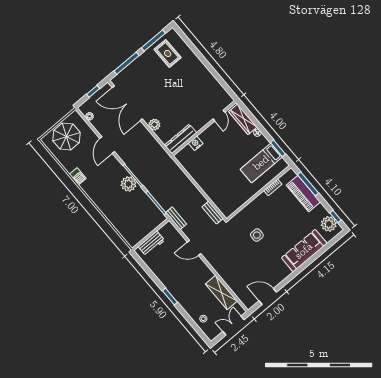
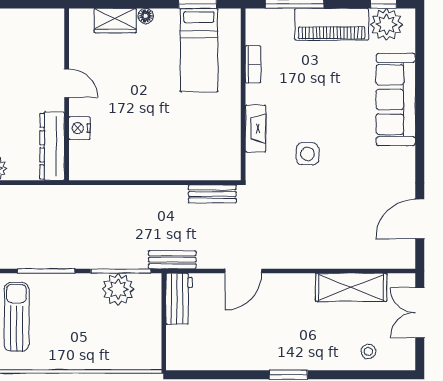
door: (219, 116) -> (67, 83), moved
wardrobe: (243, 119) -> (115, 21), width x0.67
sun lounger: (107, 179) -> (17, 317), added
plant: (129, 184) -> (118, 289), moved
piano: (303, 194) -> (332, 24), moved
fireplace: (250, 208) -> (255, 129), added
workbench: (151, 243) -> (179, 299), moved

